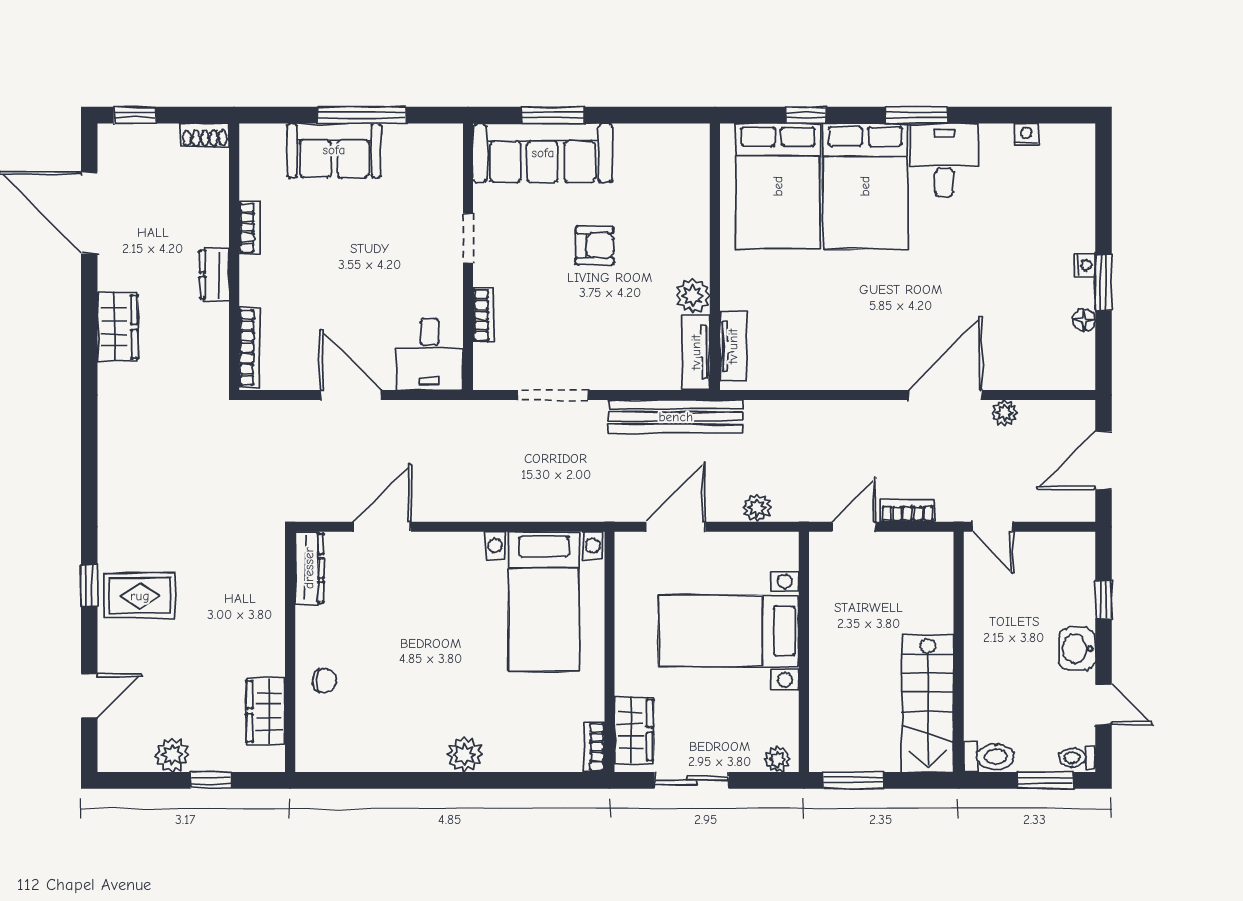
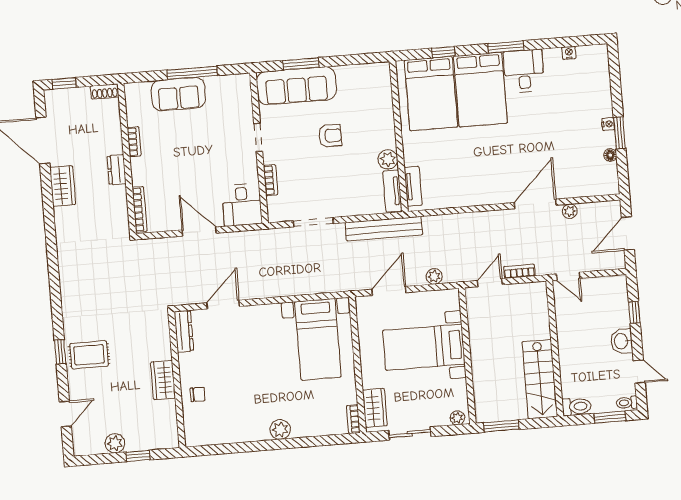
wardrobe: (118, 327) -> (63, 186), moved
wardrobe: (266, 711) -> (163, 380), moved

